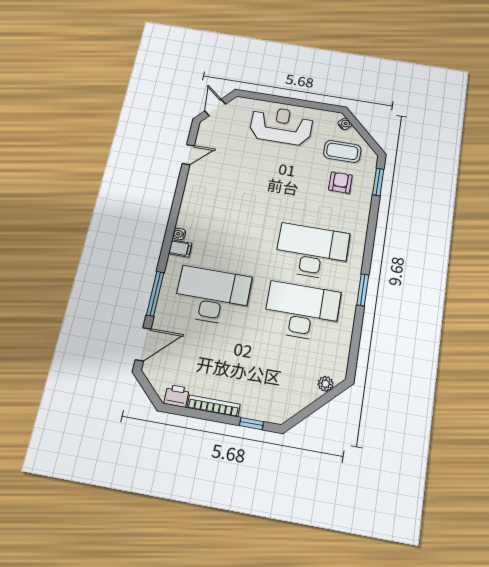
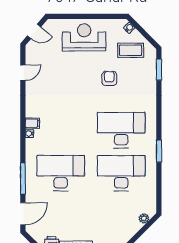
door: (215, 108) -> (34, 31), swing flipped
armchair: (340, 183) -> (109, 78), moved
filing cabinet: (180, 248) -> (32, 123), moved

